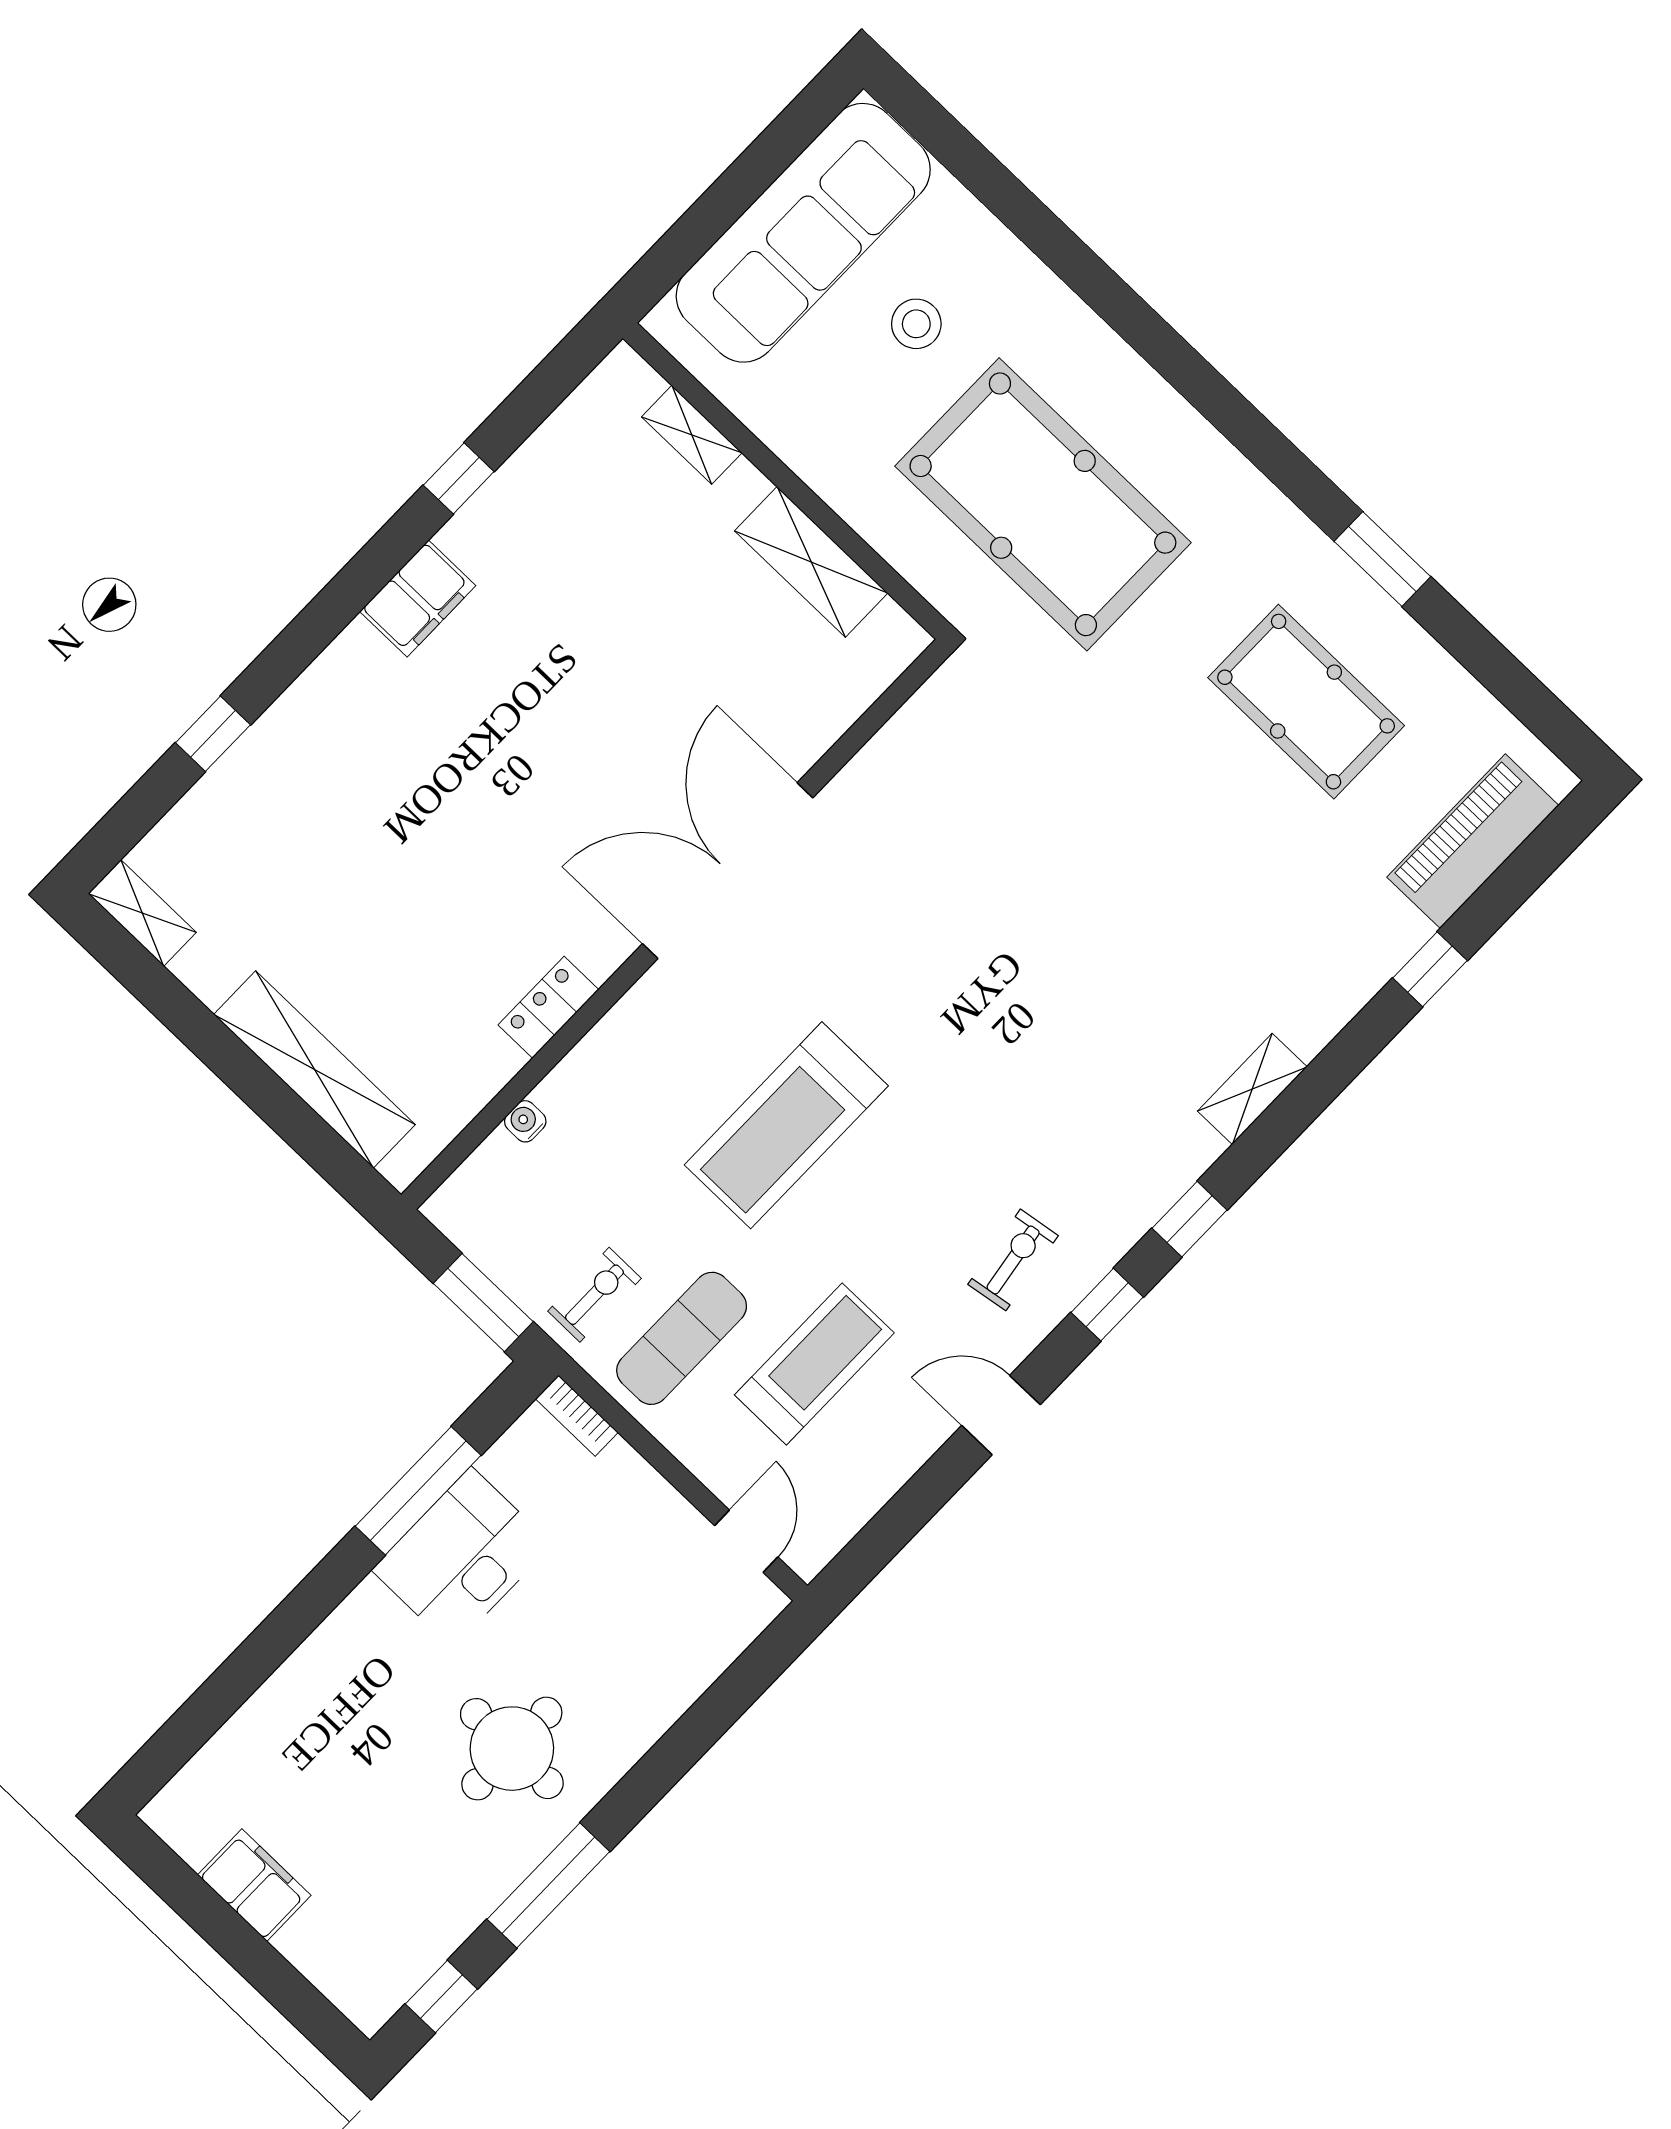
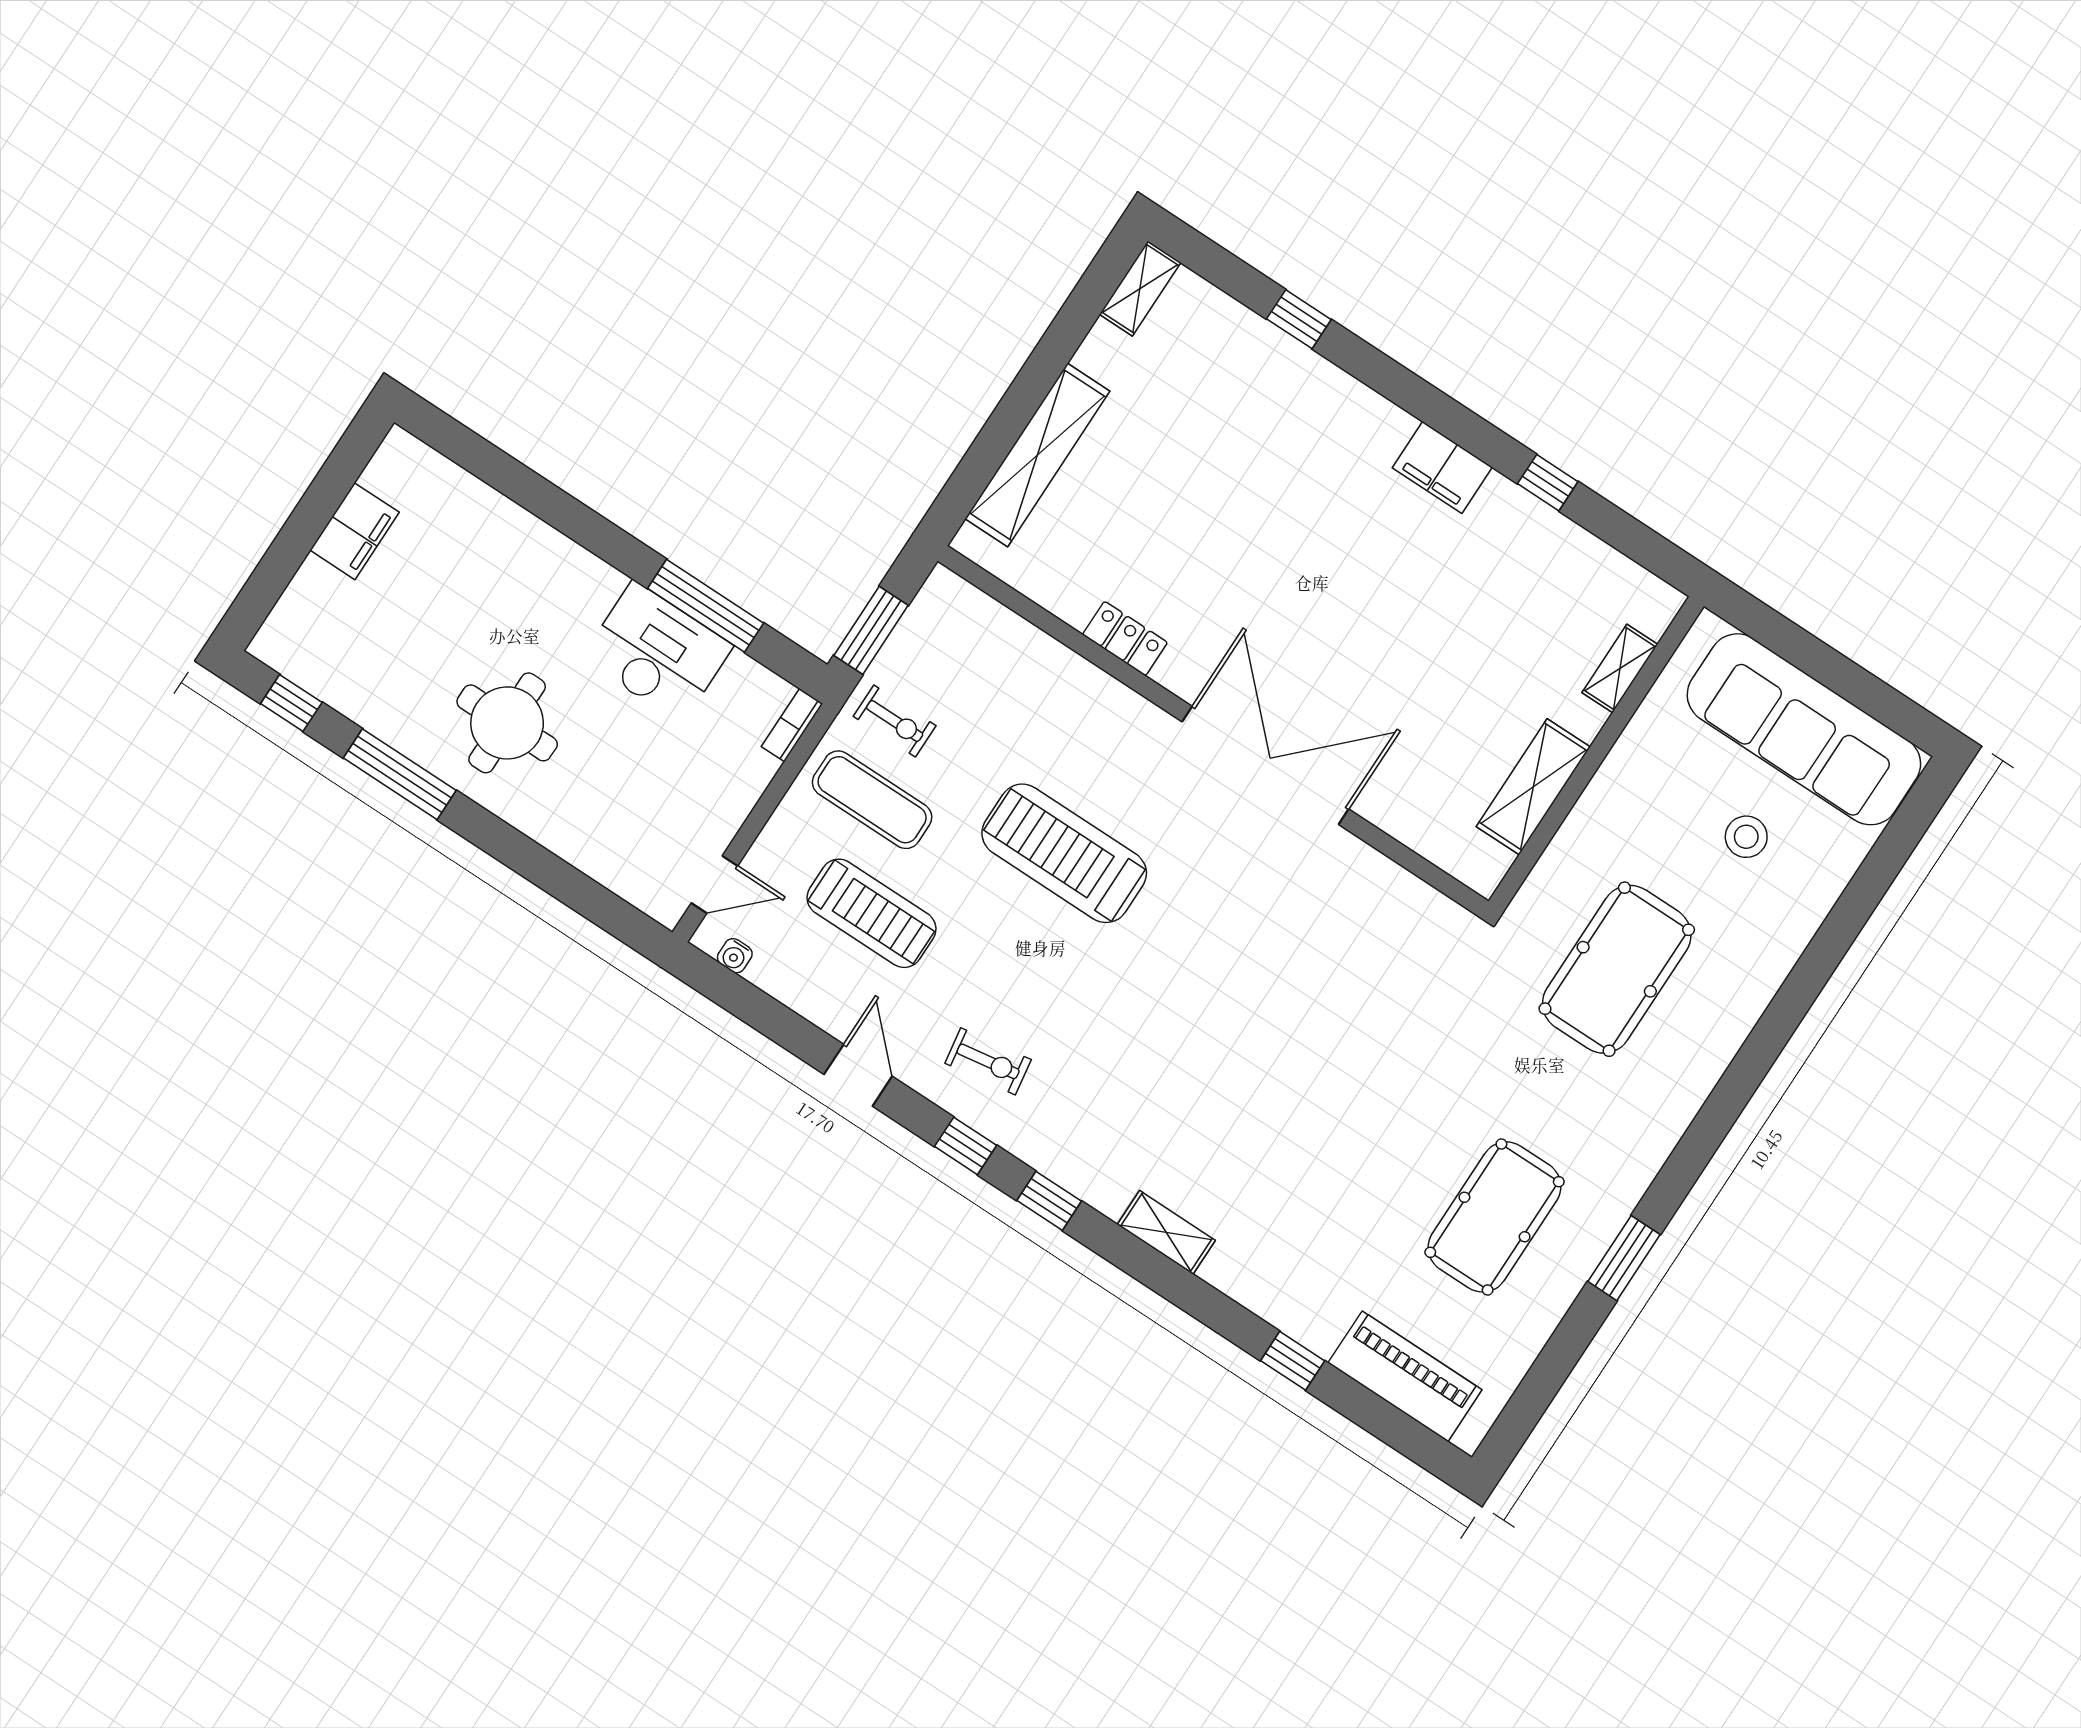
pool table: (1043, 504) -> (1617, 969), width x0.73, depth x0.76
water cooler: (525, 1121) -> (735, 956), moved, turned 180

